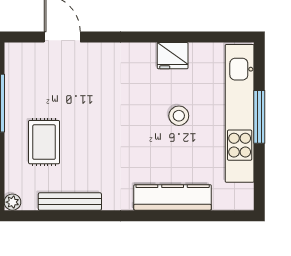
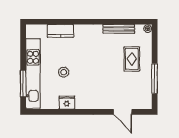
window: (259, 117) -> (23, 84), moved
kitchen counter: (173, 197) -> (60, 31), width x0.67

